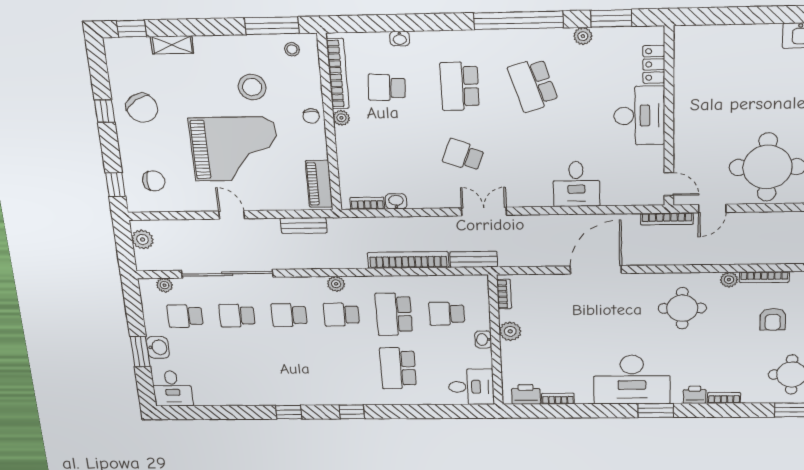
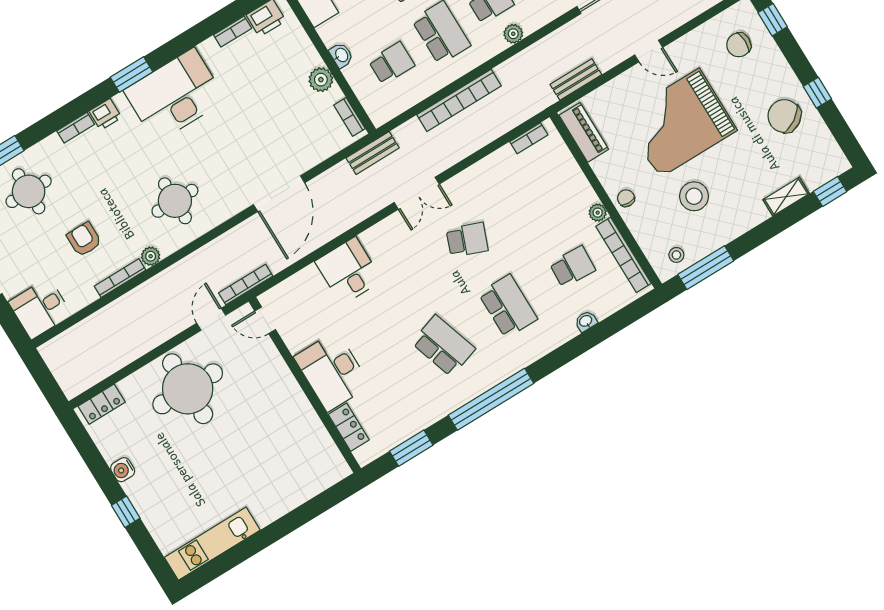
plant: (583, 36) -> (426, 417), removed
washbasin: (396, 201) -> (503, 156), removed
bench: (474, 259) -> (373, 153), moved

